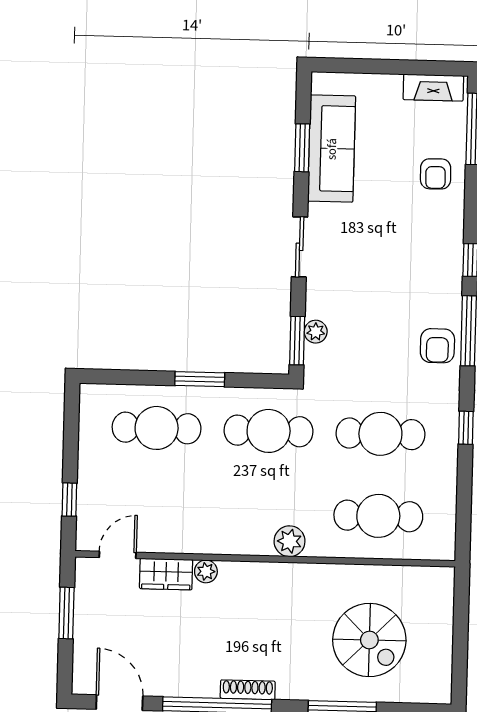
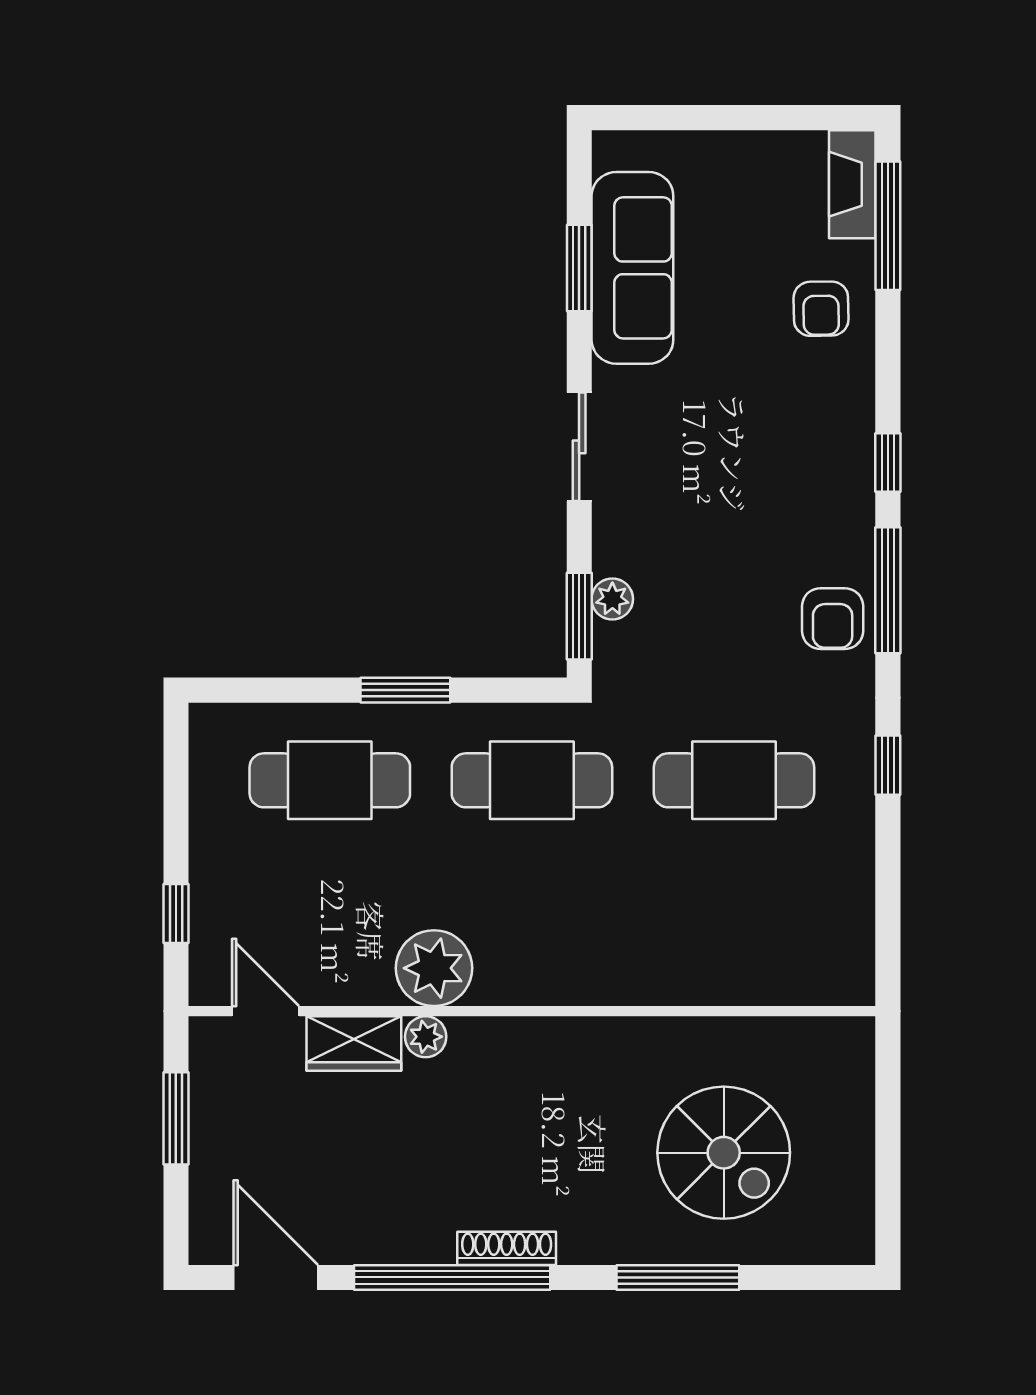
fireplace: (433, 88) -> (852, 184), moved, turned 90
cafe table: (378, 516) -> (734, 928), removed
plant: (290, 541) -> (434, 968), moved, width x1.36, depth x1.36
door: (118, 555) -> (266, 1011), hinge flipped

